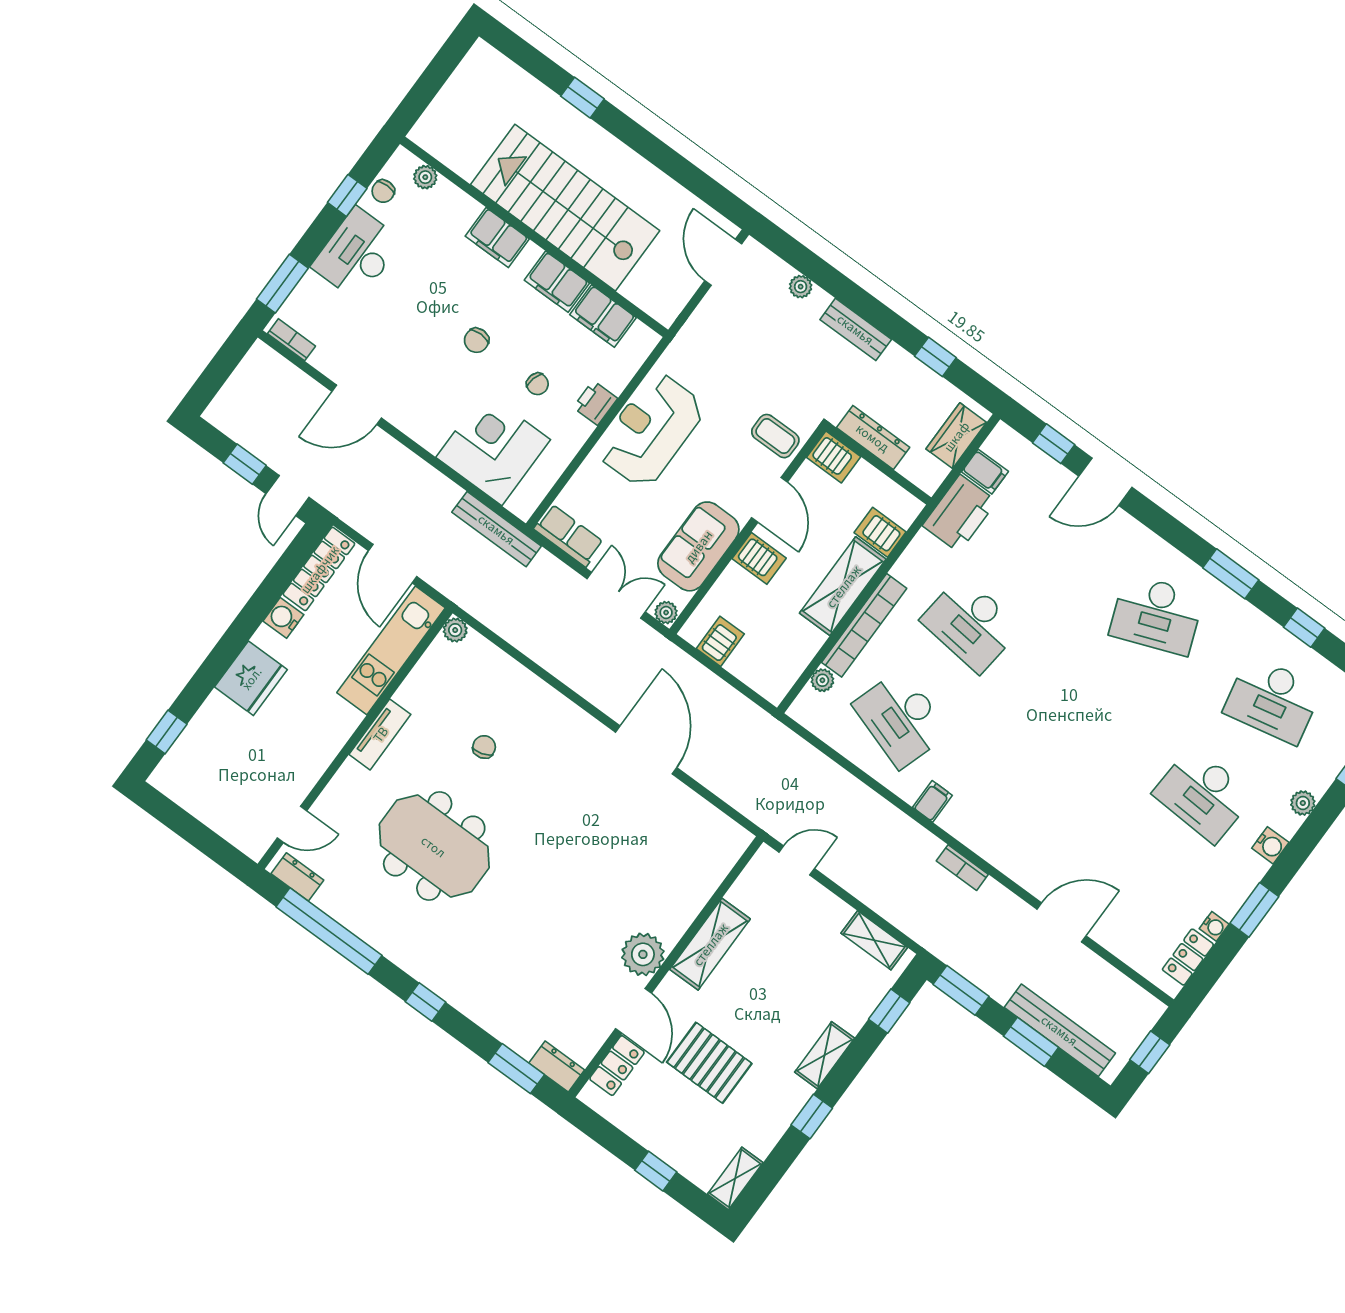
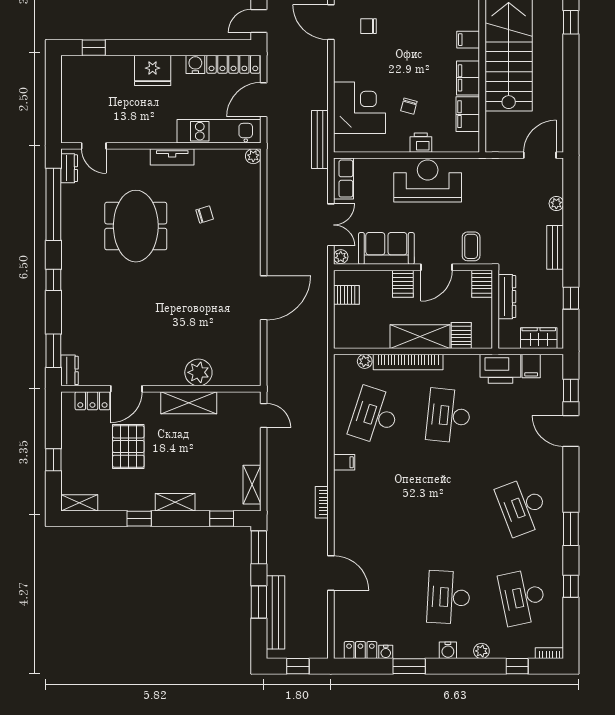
filing cabinet: (497, 237) -> (468, 40), width x0.50
chair: (477, 340) -> (369, 26), moved
plant: (643, 954) -> (198, 372), moved

